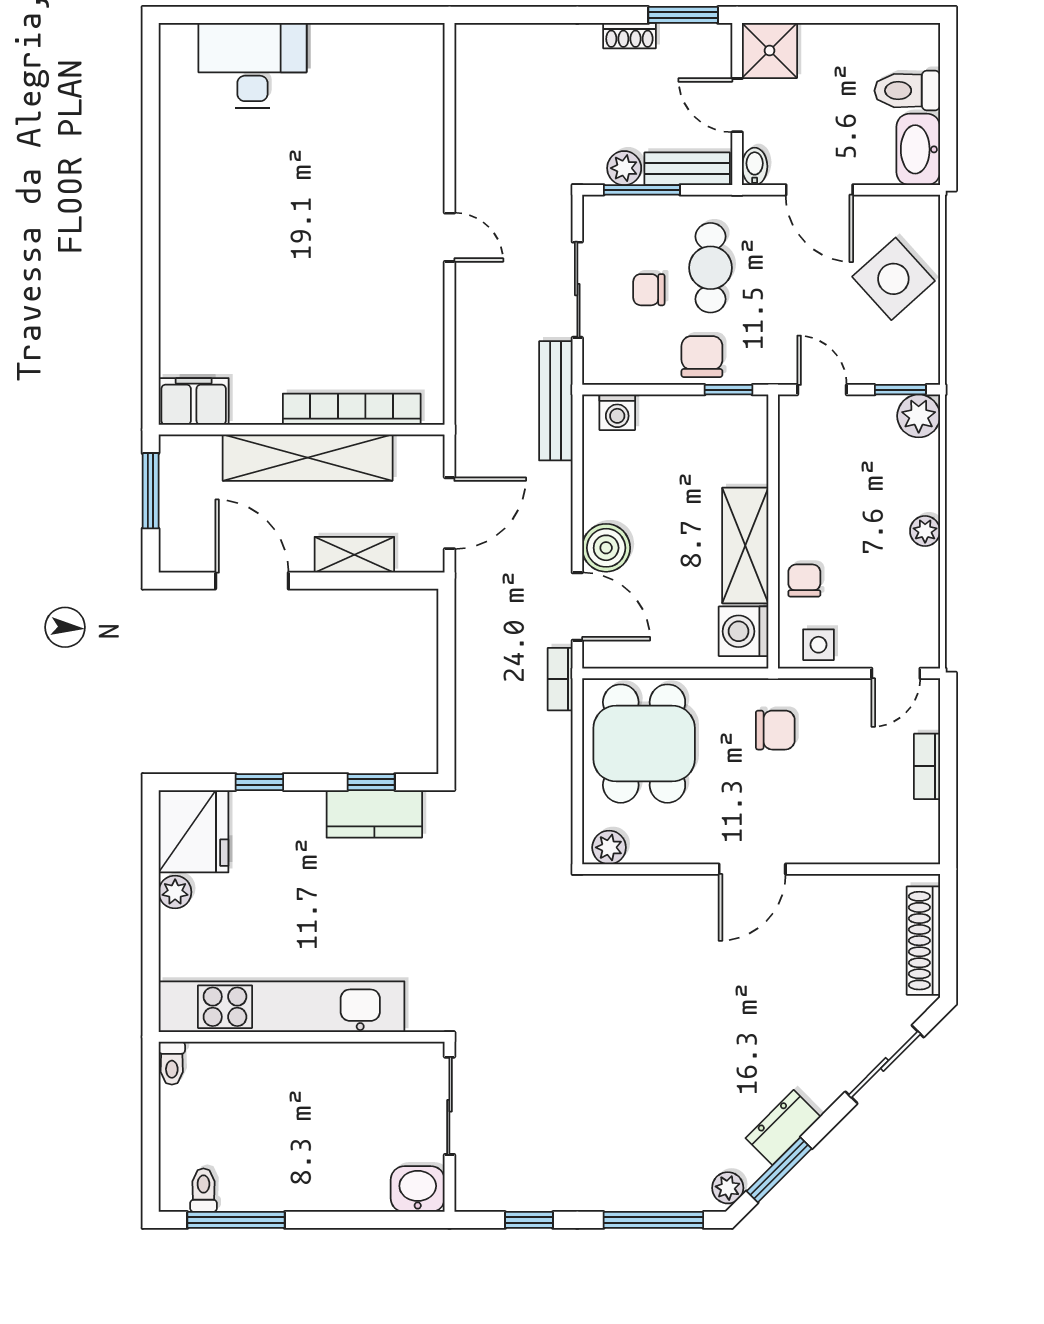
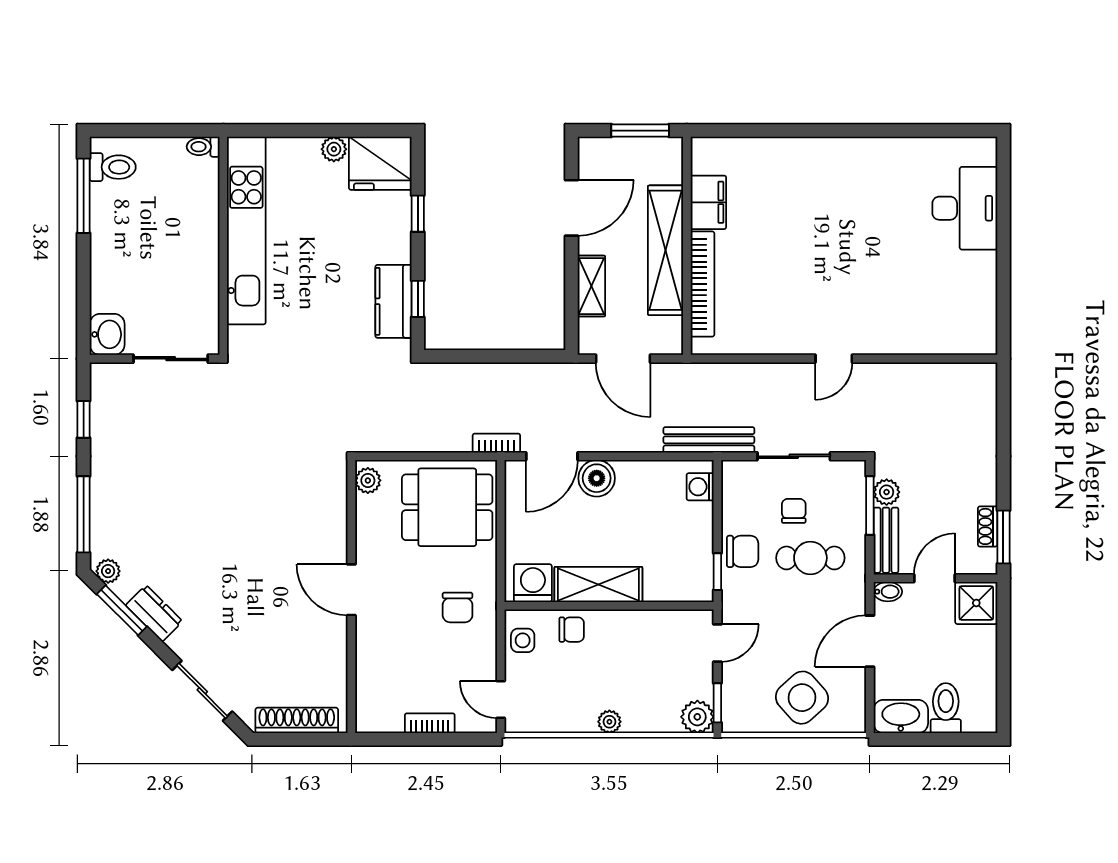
shoe rack: (629, 36) -> (988, 526), moved
filing cabinet: (194, 401) -> (708, 202), moved
toilet: (203, 1190) -> (113, 167), width x1.37, depth x1.39

